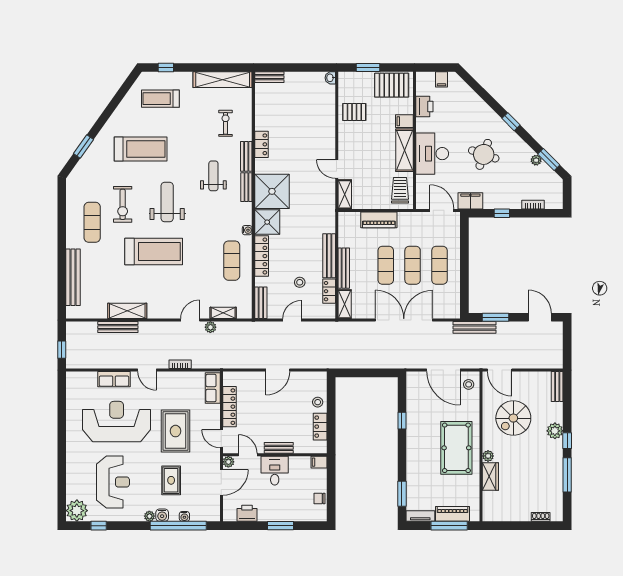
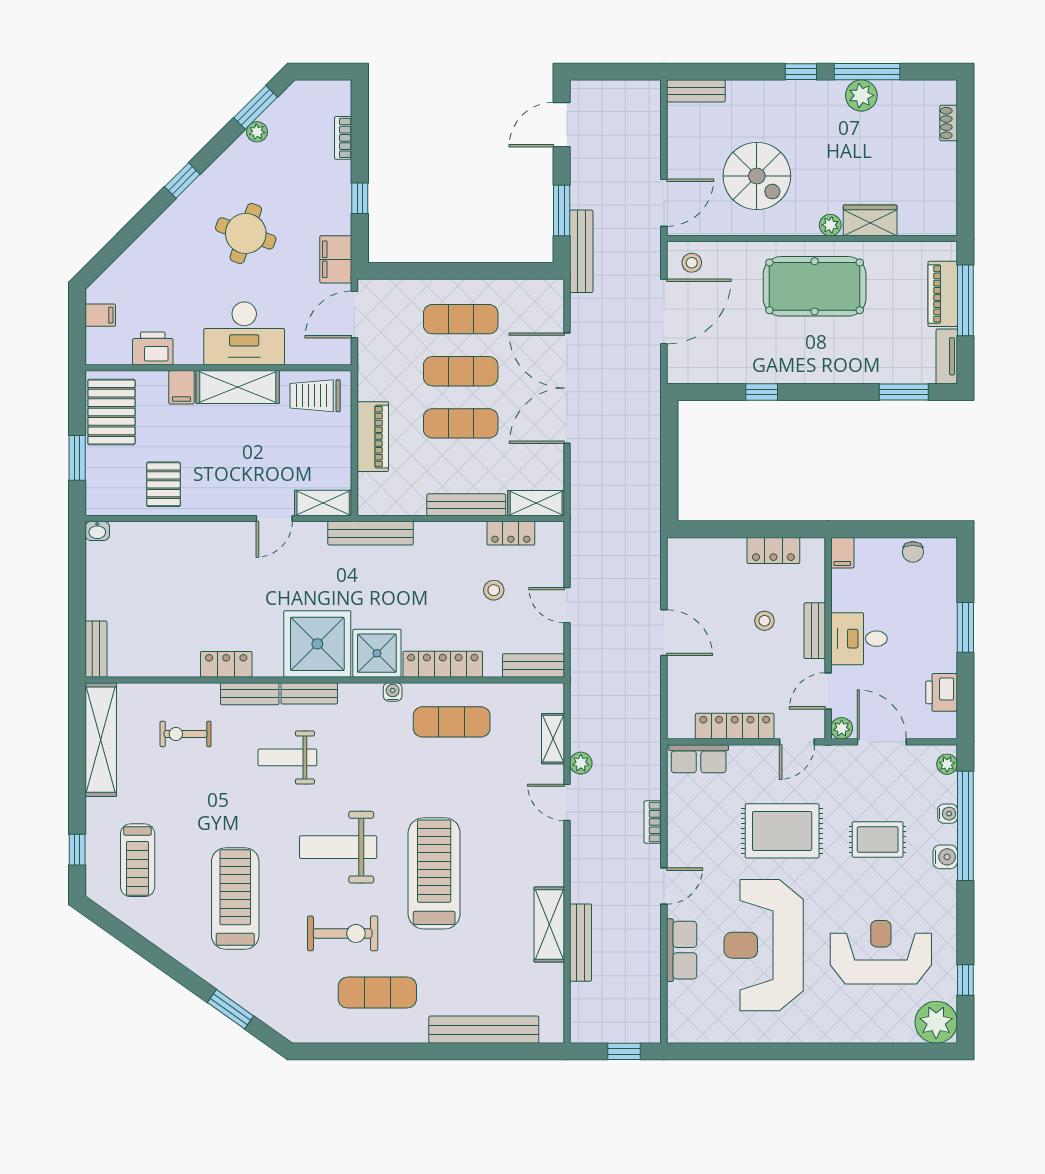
bench: (329, 256) -> (371, 533), moved
stool: (318, 402) -> (764, 621), moved
plant: (555, 431) -> (861, 95), moved
plant: (149, 516) -> (947, 764), moved

